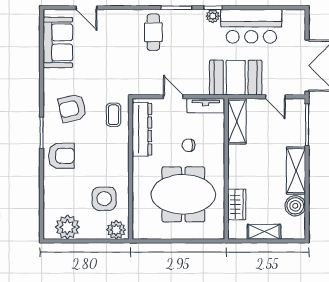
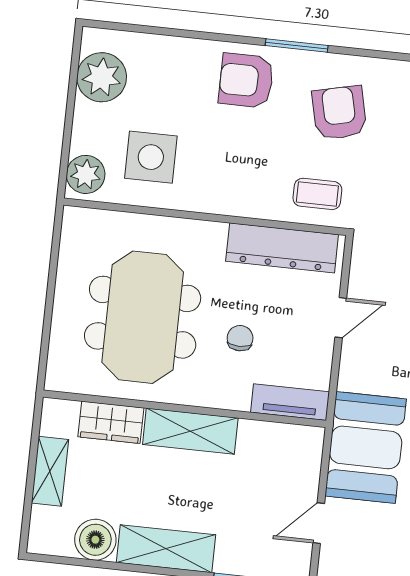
tv unit: (206, 106) -> (290, 402), moved, turned 90
shelving: (237, 121) -> (190, 431), moved
armchair: (61, 156) -> (246, 80), turned 90

